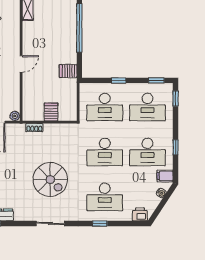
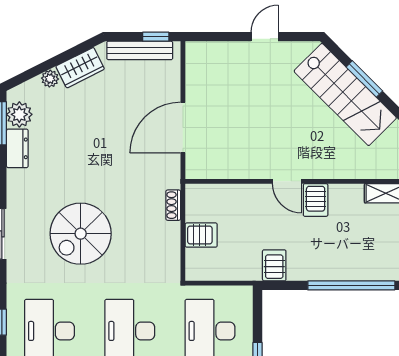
server rack: (31, 48) -> (316, 200), added
plant: (15, 116) -> (194, 170), removed

